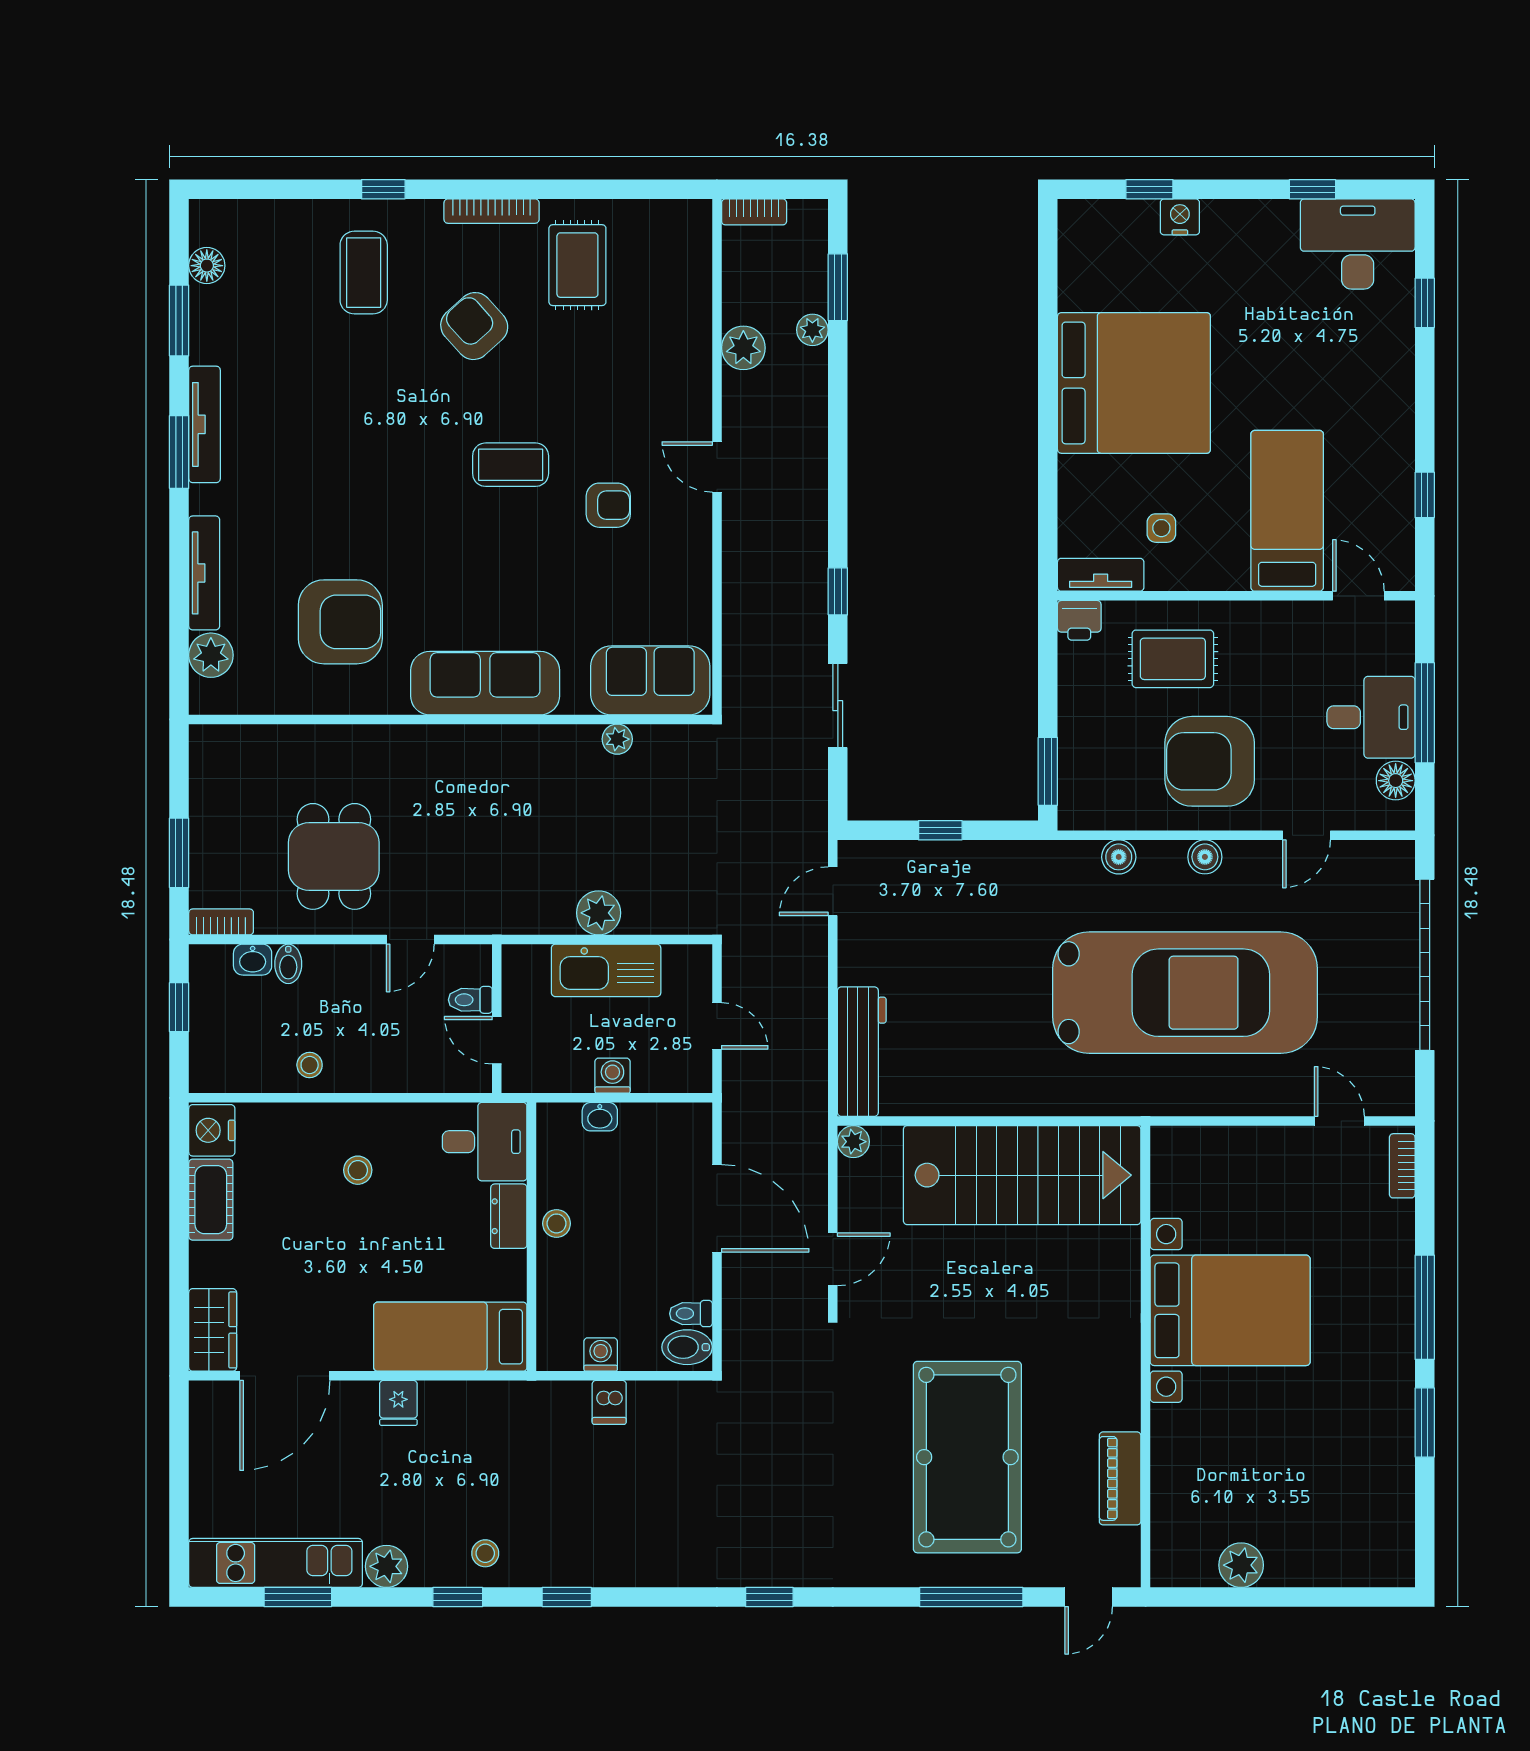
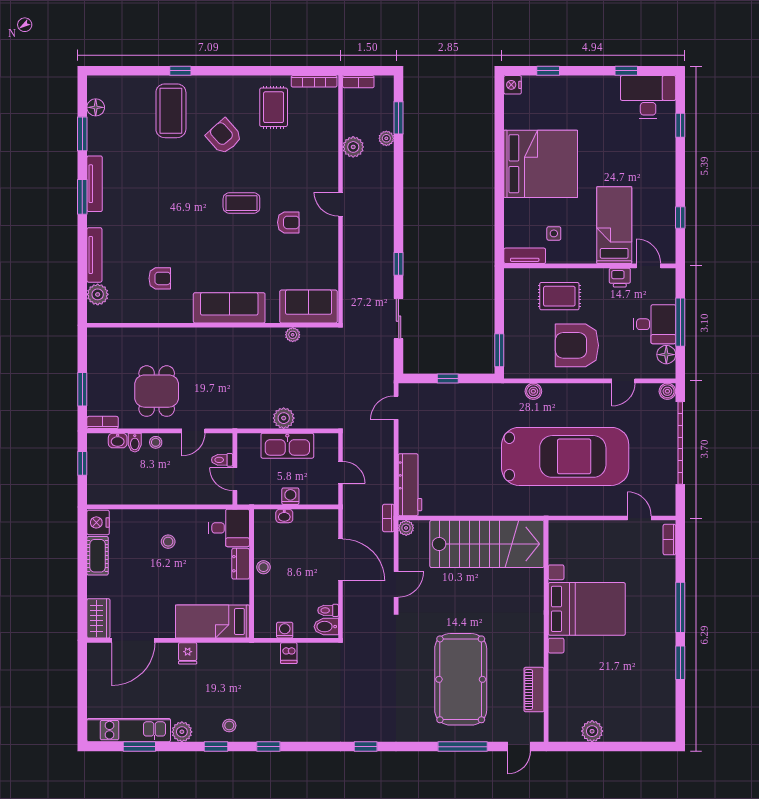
bookcase: (492, 211) -> (314, 81), moved
nightstand: (1180, 217) -> (513, 85), moved, turned -90
coffee table: (364, 273) -> (171, 111), width x1.36, depth x1.32
printer: (1079, 620) -> (620, 278), moved
armchair: (340, 622) -> (160, 278), width x0.53, depth x0.53
boiler: (1205, 857) -> (667, 391), moved
stool: (310, 1065) -> (156, 442), moved
bookcase: (817, 1121) -> (388, 518), added

